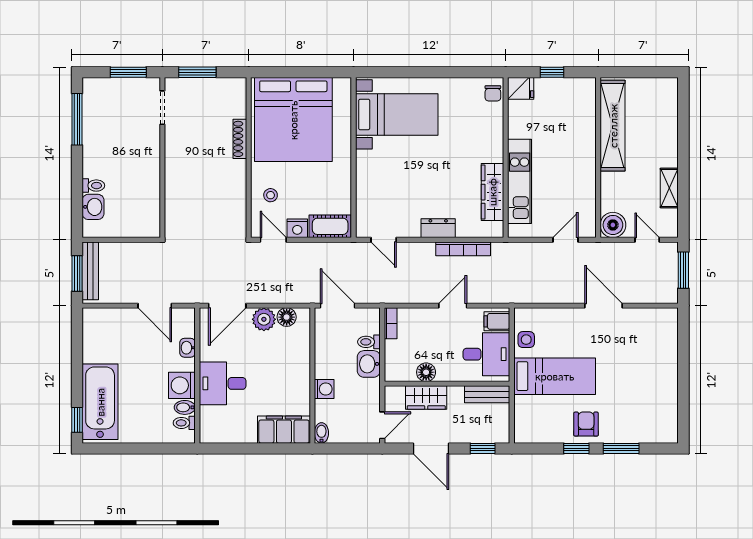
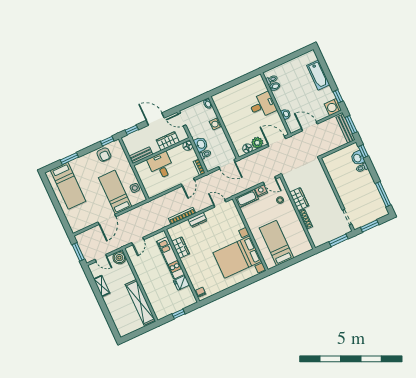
fridge: (521, 88) -> (181, 283), moved
bed with nightstands: (397, 114) -> (237, 257), width x1.36
bed: (293, 120) -> (276, 243), width x0.49
wardrobe: (235, 181) -> (299, 199), added
wardrobe: (492, 192) -> (181, 248), width x0.67
window: (77, 214) -> (363, 151), added
door: (227, 306) -> (277, 141), hinge flipped
door: (453, 306) -> (188, 182), moved
door: (604, 306) -> (107, 219), hinge flipped
filing cabinet: (497, 321) -> (152, 190), removed
desk: (486, 354) -> (161, 166), moved, turned 90
floor lamp: (426, 372) -> (188, 146), moved
bed: (555, 376) -> (115, 192), moved, turned 90
washing machine: (182, 385) -> (333, 107), moved, turned 180
bed: (646, 400) -> (68, 186), added
bathtub: (100, 402) -> (318, 75), width x0.73, depth x0.73
window: (77, 420) -> (338, 96), moved
armchair: (586, 424) -> (104, 155), moved
door: (382, 425) -> (182, 119), hinge flipped
filing cabinet: (284, 430) -> (225, 97), removed
window: (576, 448) -> (107, 141), moved

